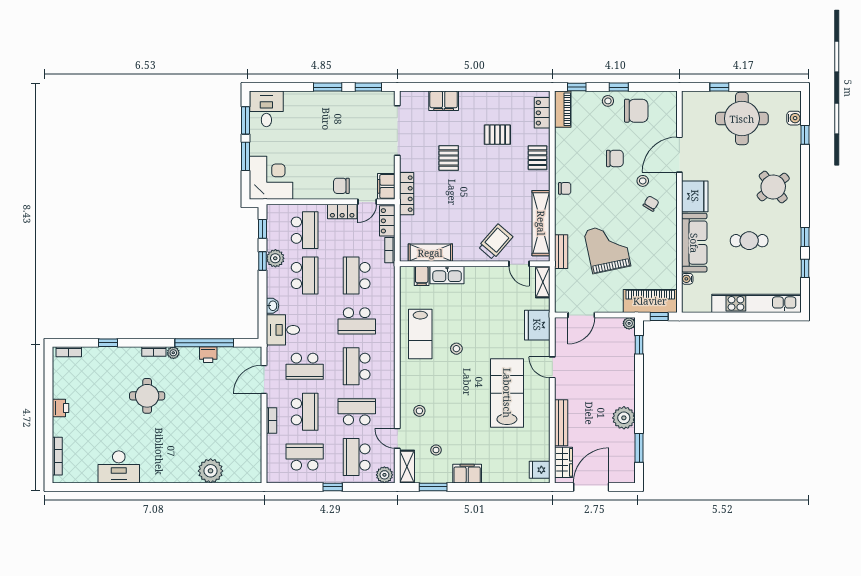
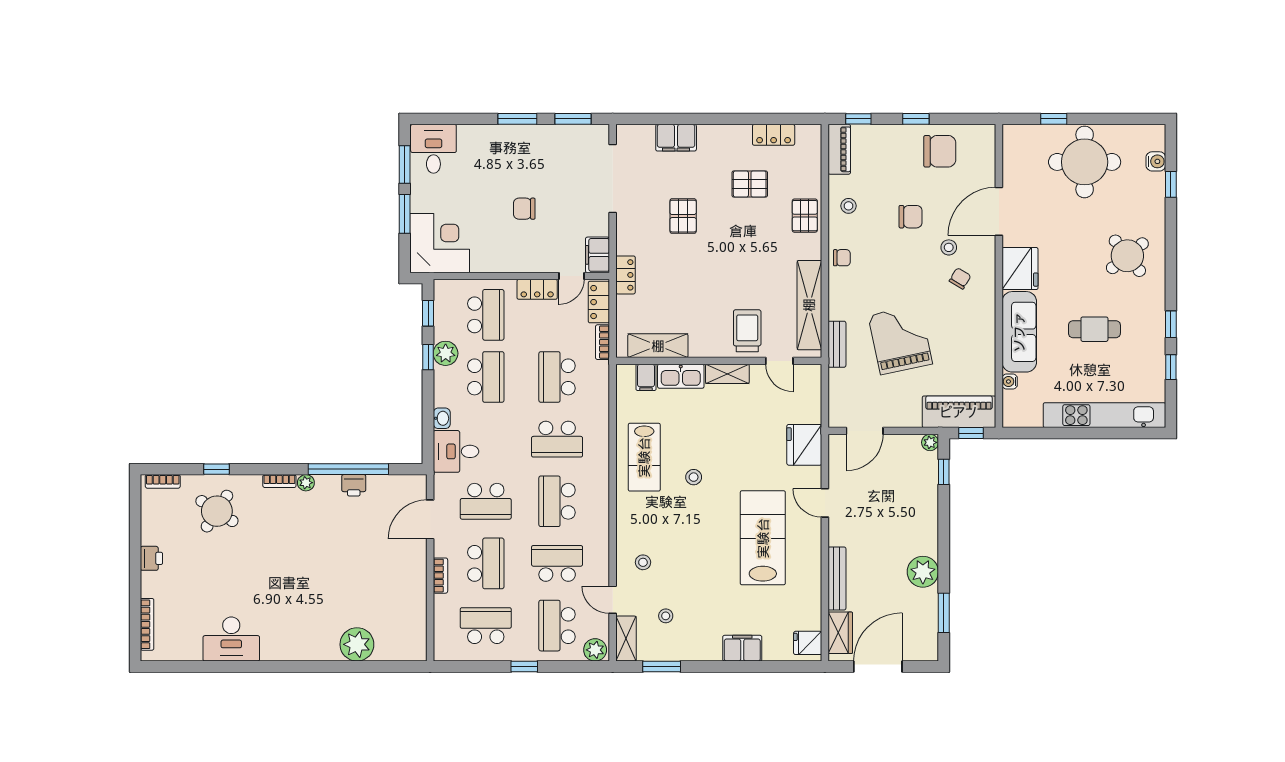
stool: (608, 101) -> (849, 206), moved
locker: (542, 113) -> (774, 135), moved, turned -90
chair: (341, 186) -> (524, 209), moved
locker: (407, 194) -> (626, 275), width x0.66
trolley: (496, 242) -> (747, 331), turned -41
shelving: (543, 282) -> (727, 374), moved, turned 90
round table: (147, 396) -> (217, 511), moved, turned 33
filing cabinet: (467, 474) -> (742, 648), moved

